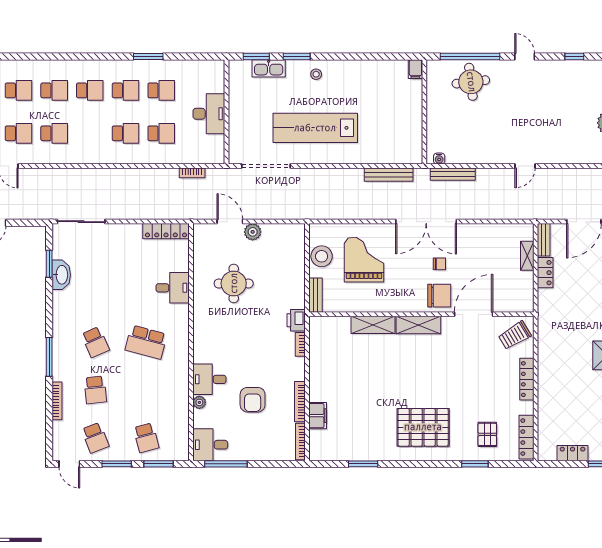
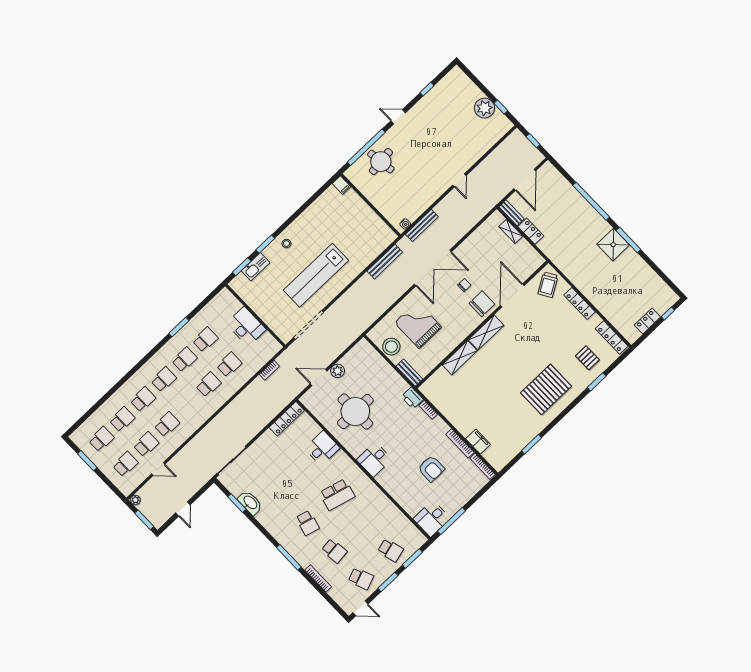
round table: (234, 283) -> (355, 411), width x1.36, depth x1.36
school desk: (95, 342) -> (308, 523), turned 39
desk: (209, 379) -> (374, 459), moved
plant: (199, 402) -> (402, 500), removed

